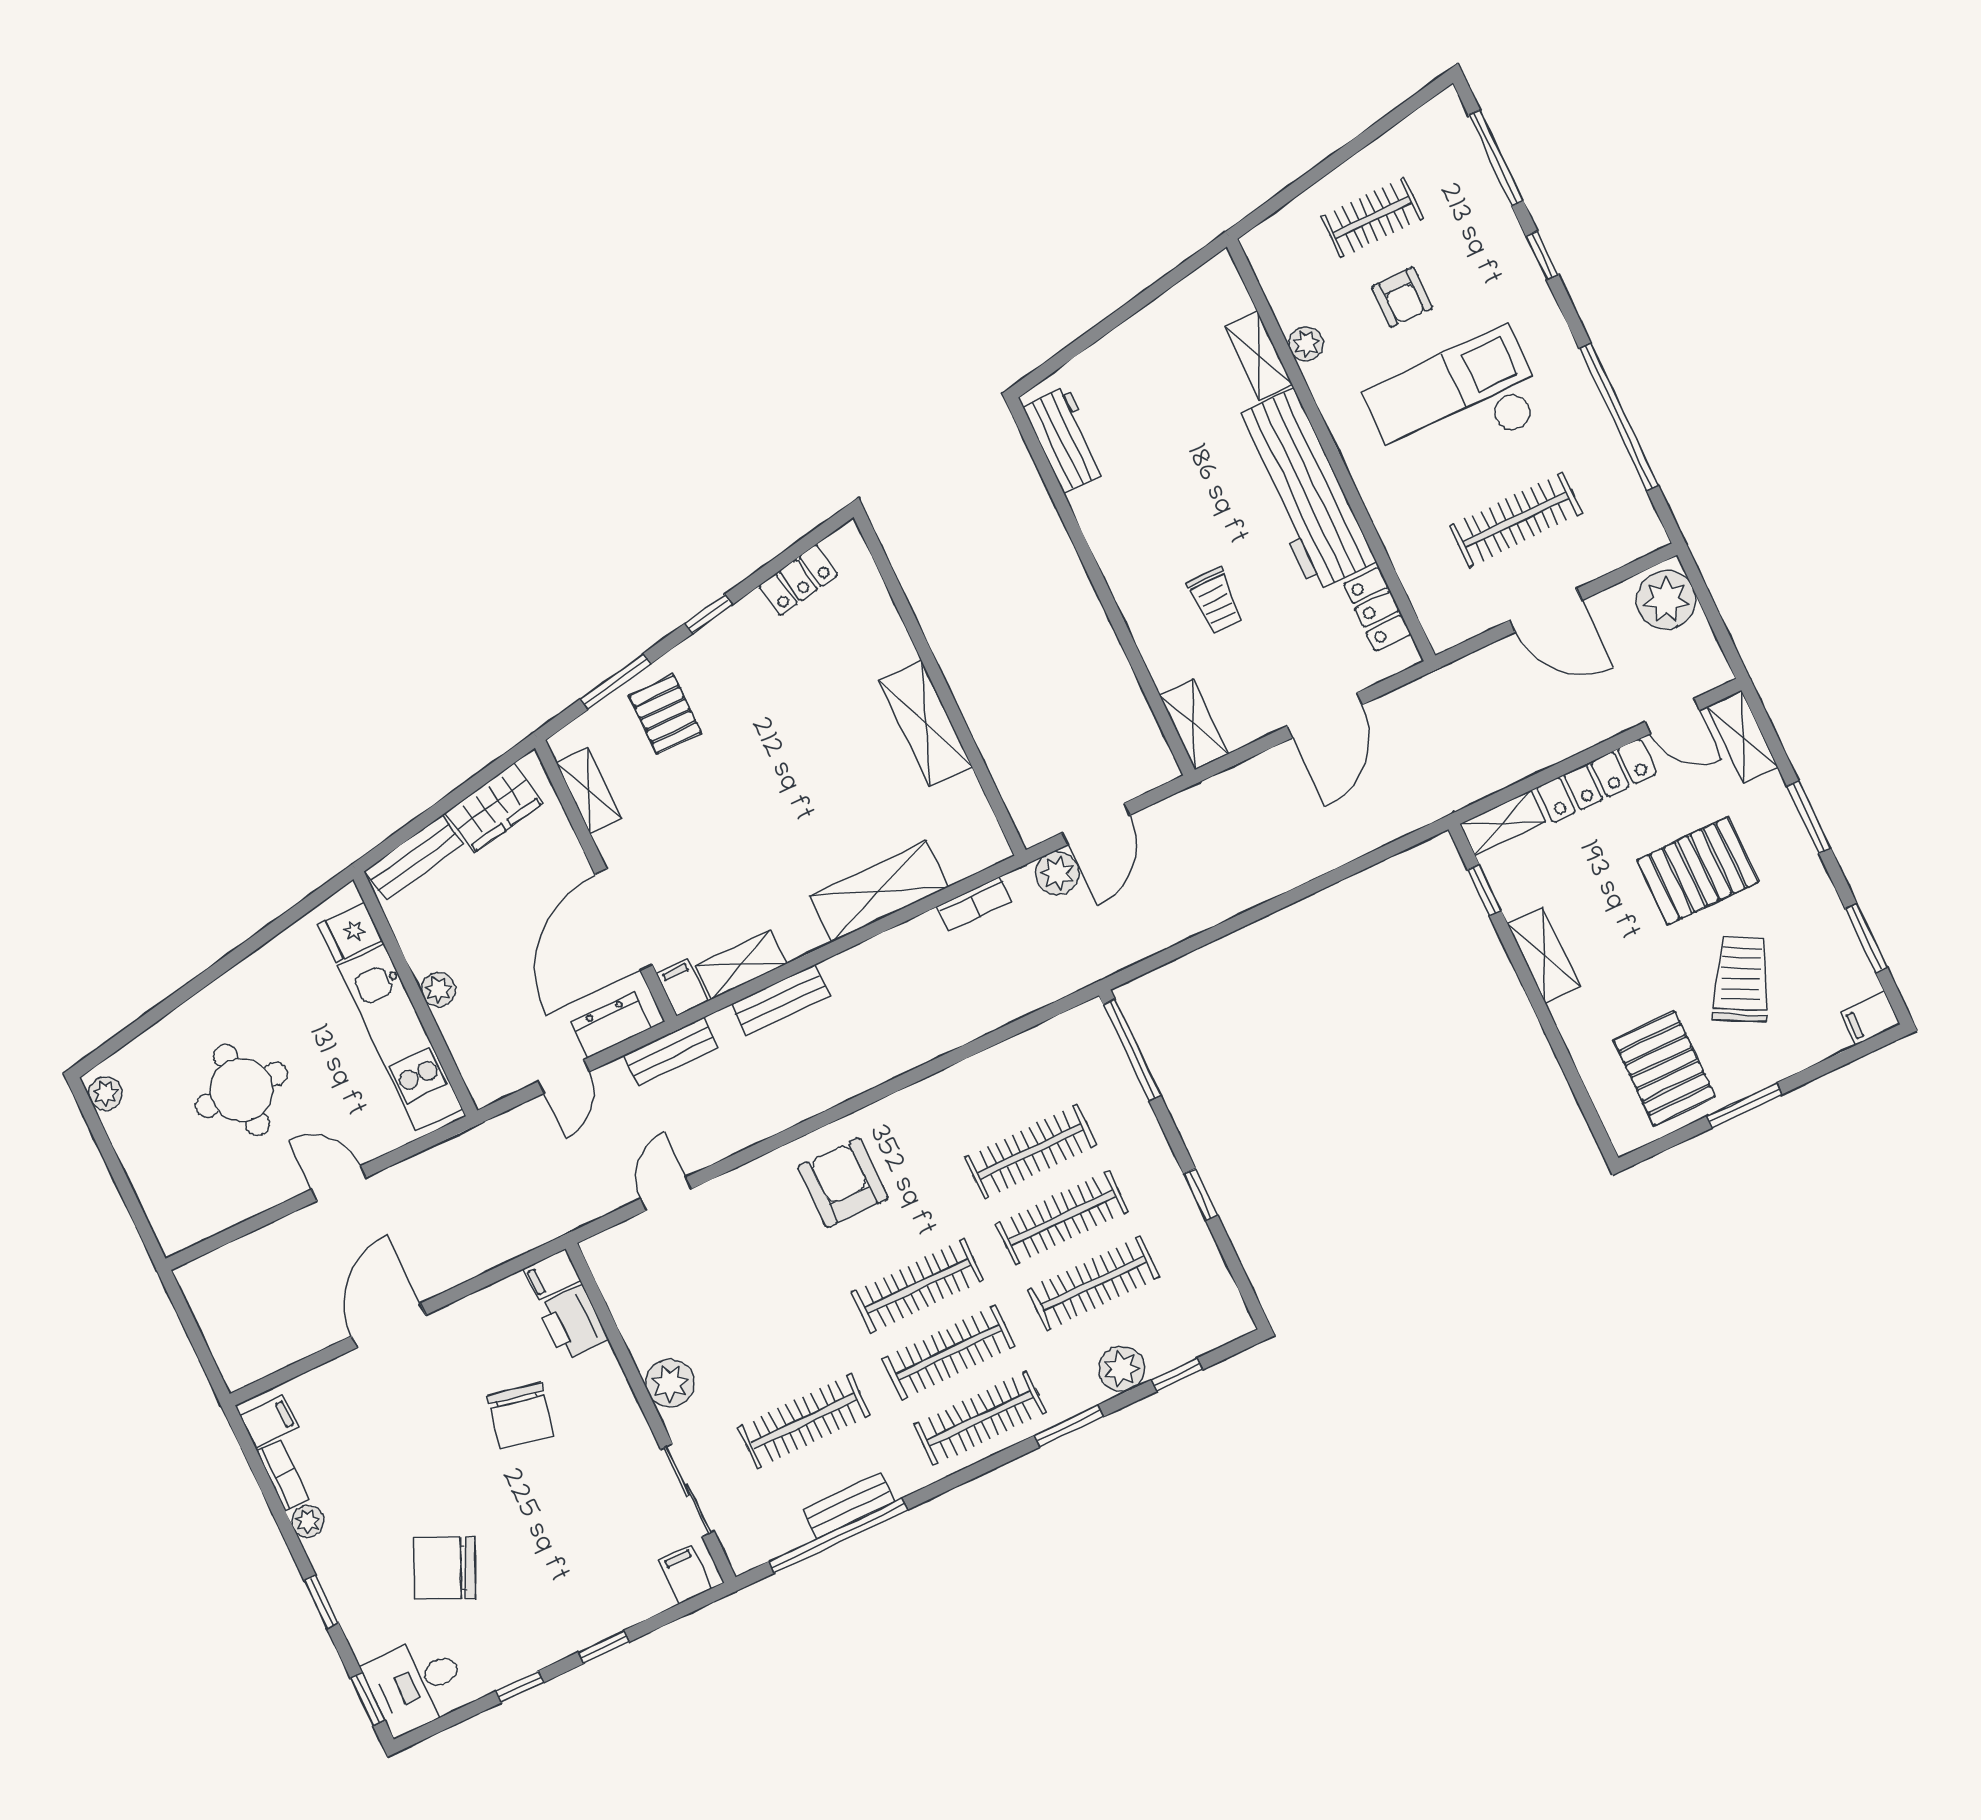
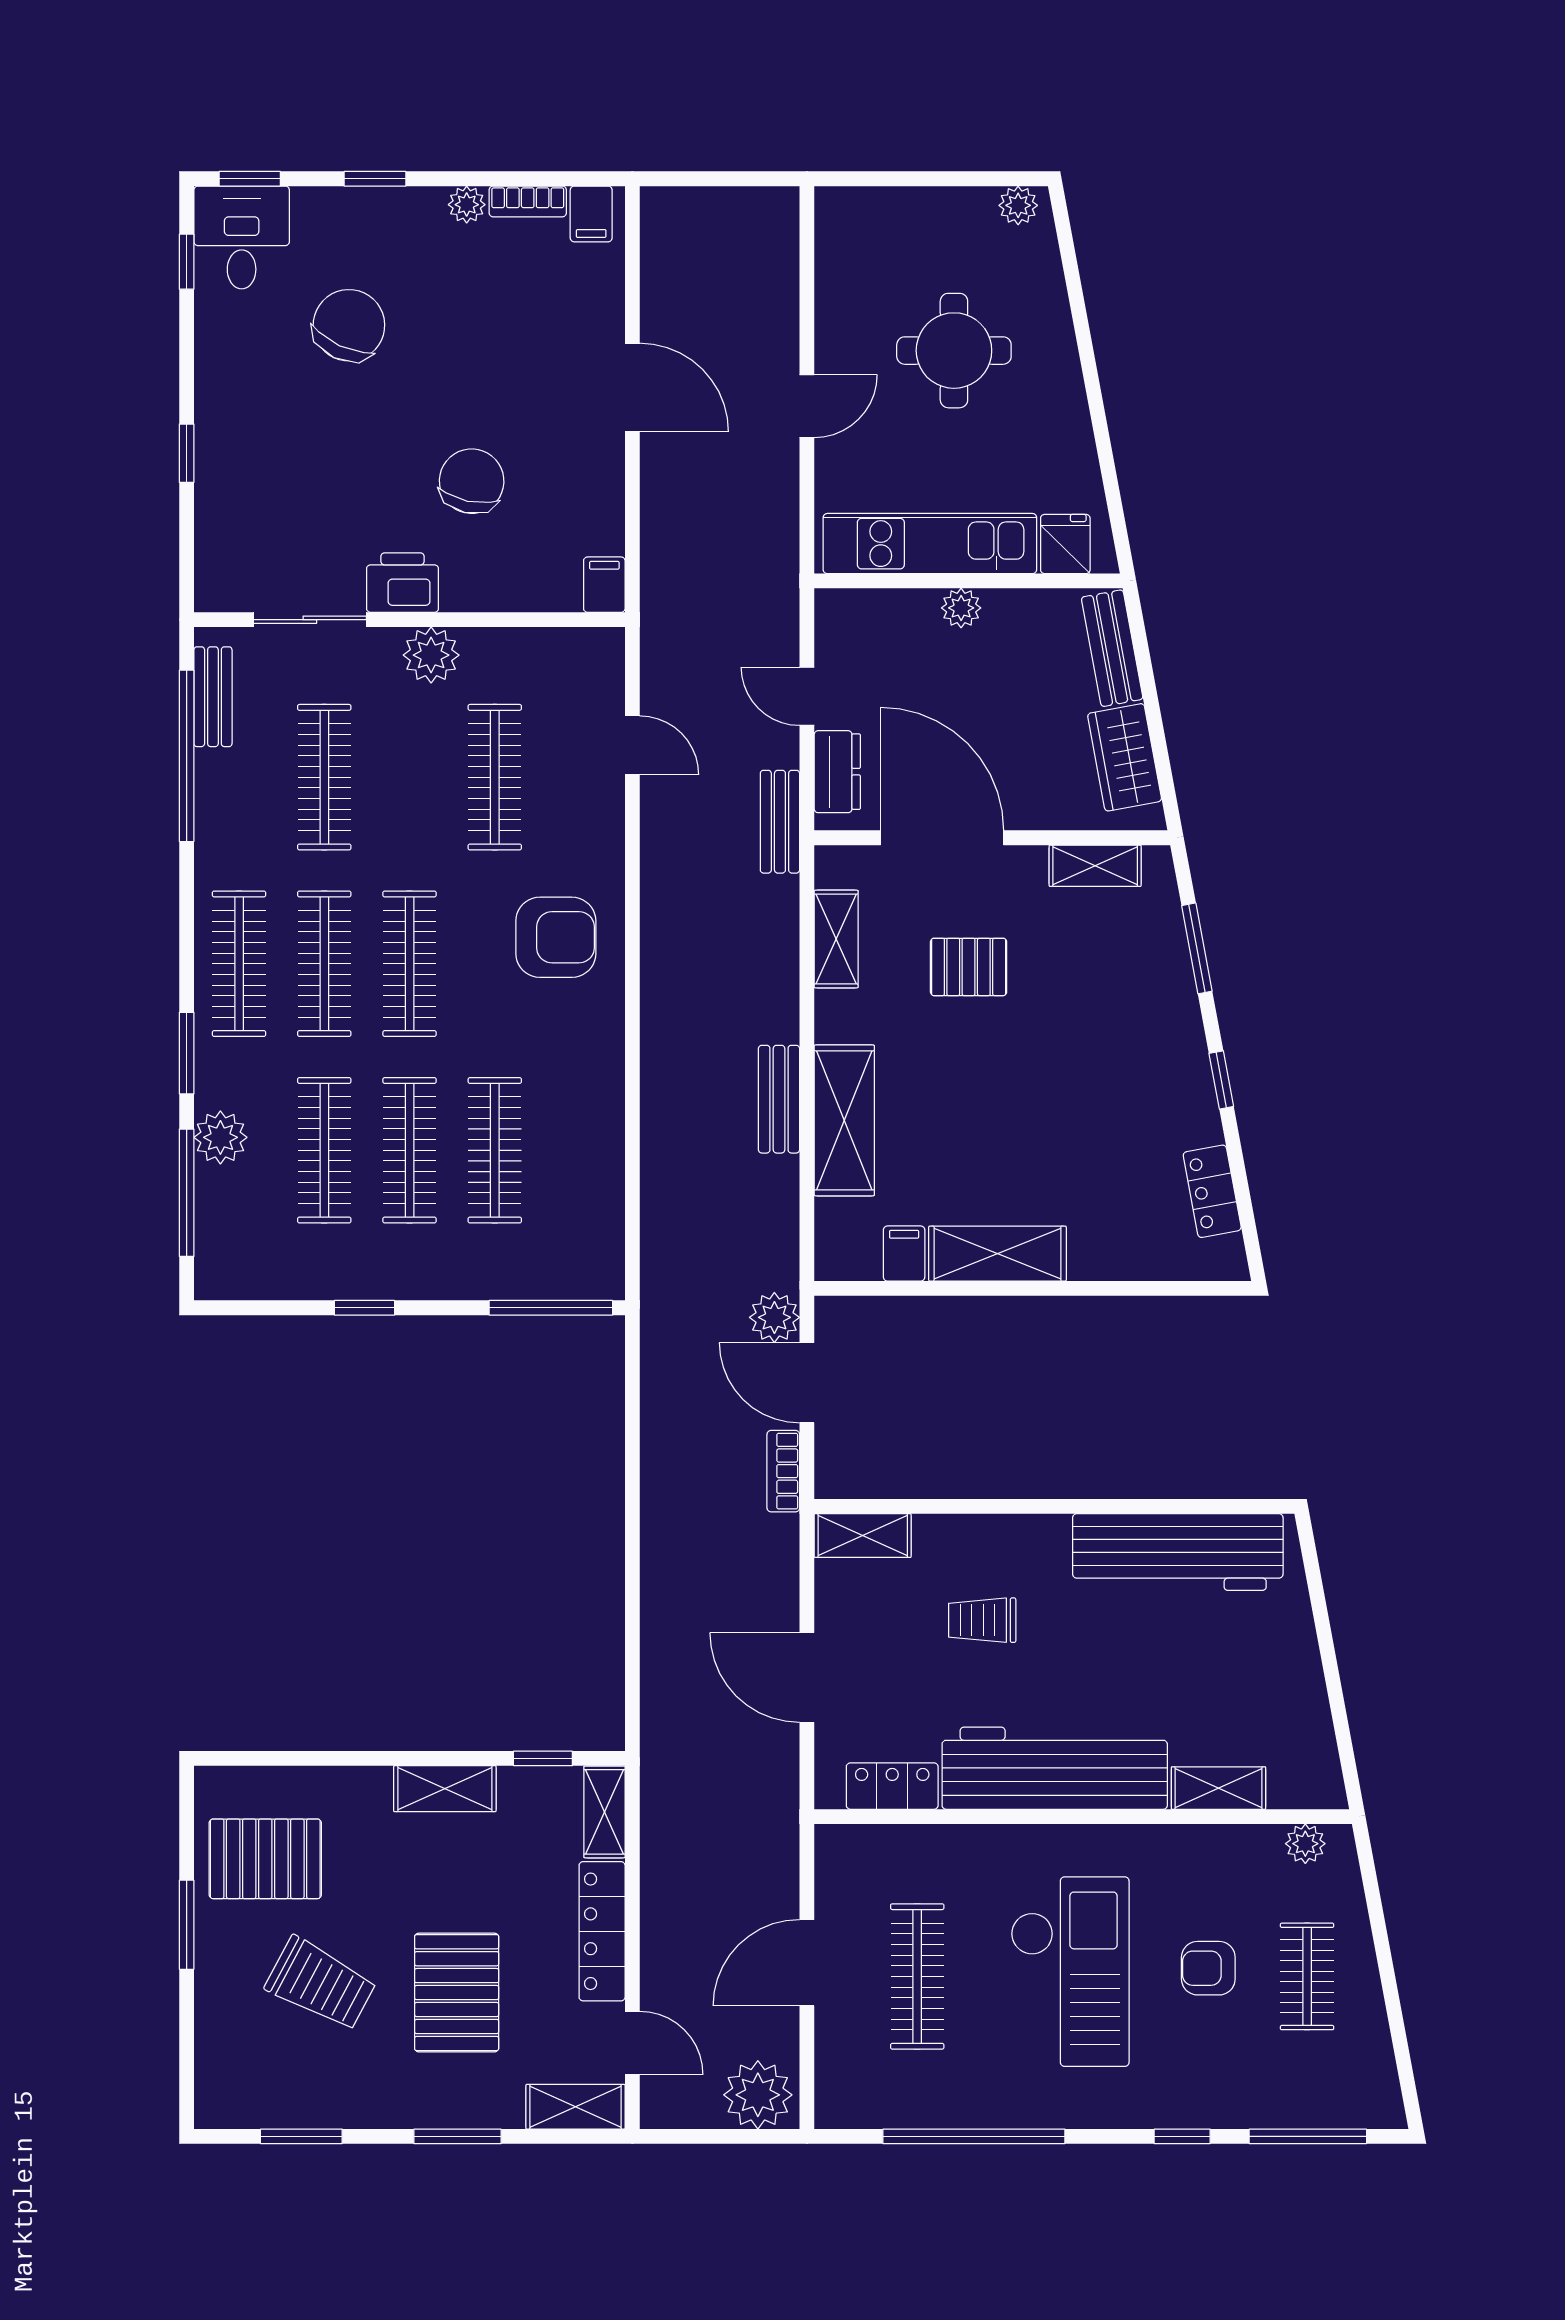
plant: (1306, 344) -> (1305, 1844), moved
workbench: (1065, 439) -> (1178, 1552), width x1.88, depth x1.32
pallet: (665, 714) -> (969, 967), moved
door: (1672, 716) -> (632, 2043), swing flipped
bookcase: (975, 904) -> (783, 1471), moved
filing cabinet: (682, 987) -> (904, 1254), moved, turned -90
bench: (781, 1000) -> (779, 1099), moved
filing cabinet: (1870, 1018) -> (215, 2101), removed
clothes rail: (741, 1289) -> (495, 777), added
printer: (573, 1322) -> (403, 583), moved
window: (1177, 1375) -> (187, 1193), width x2.17
chair: (520, 1416) -> (472, 481), turned 90
bench: (849, 1505) -> (213, 697), moved
filing cabinet: (685, 1574) -> (222, 575), removed
window: (520, 1687) -> (187, 262), moved

